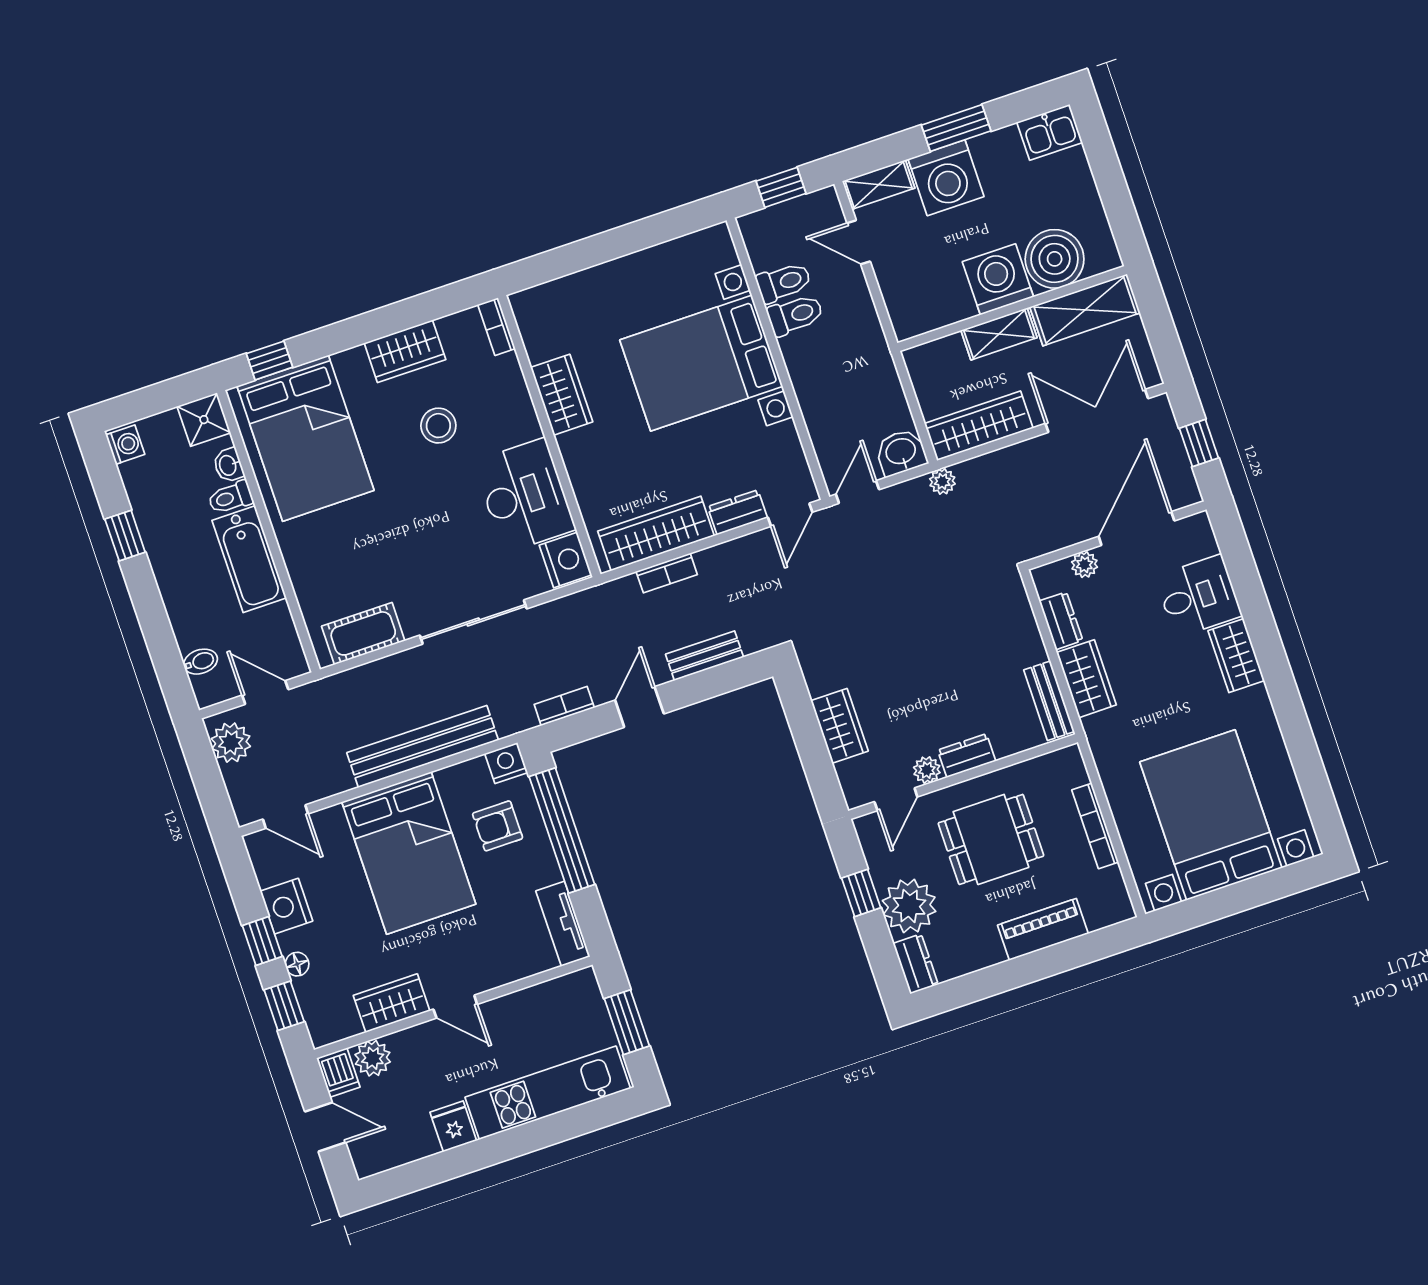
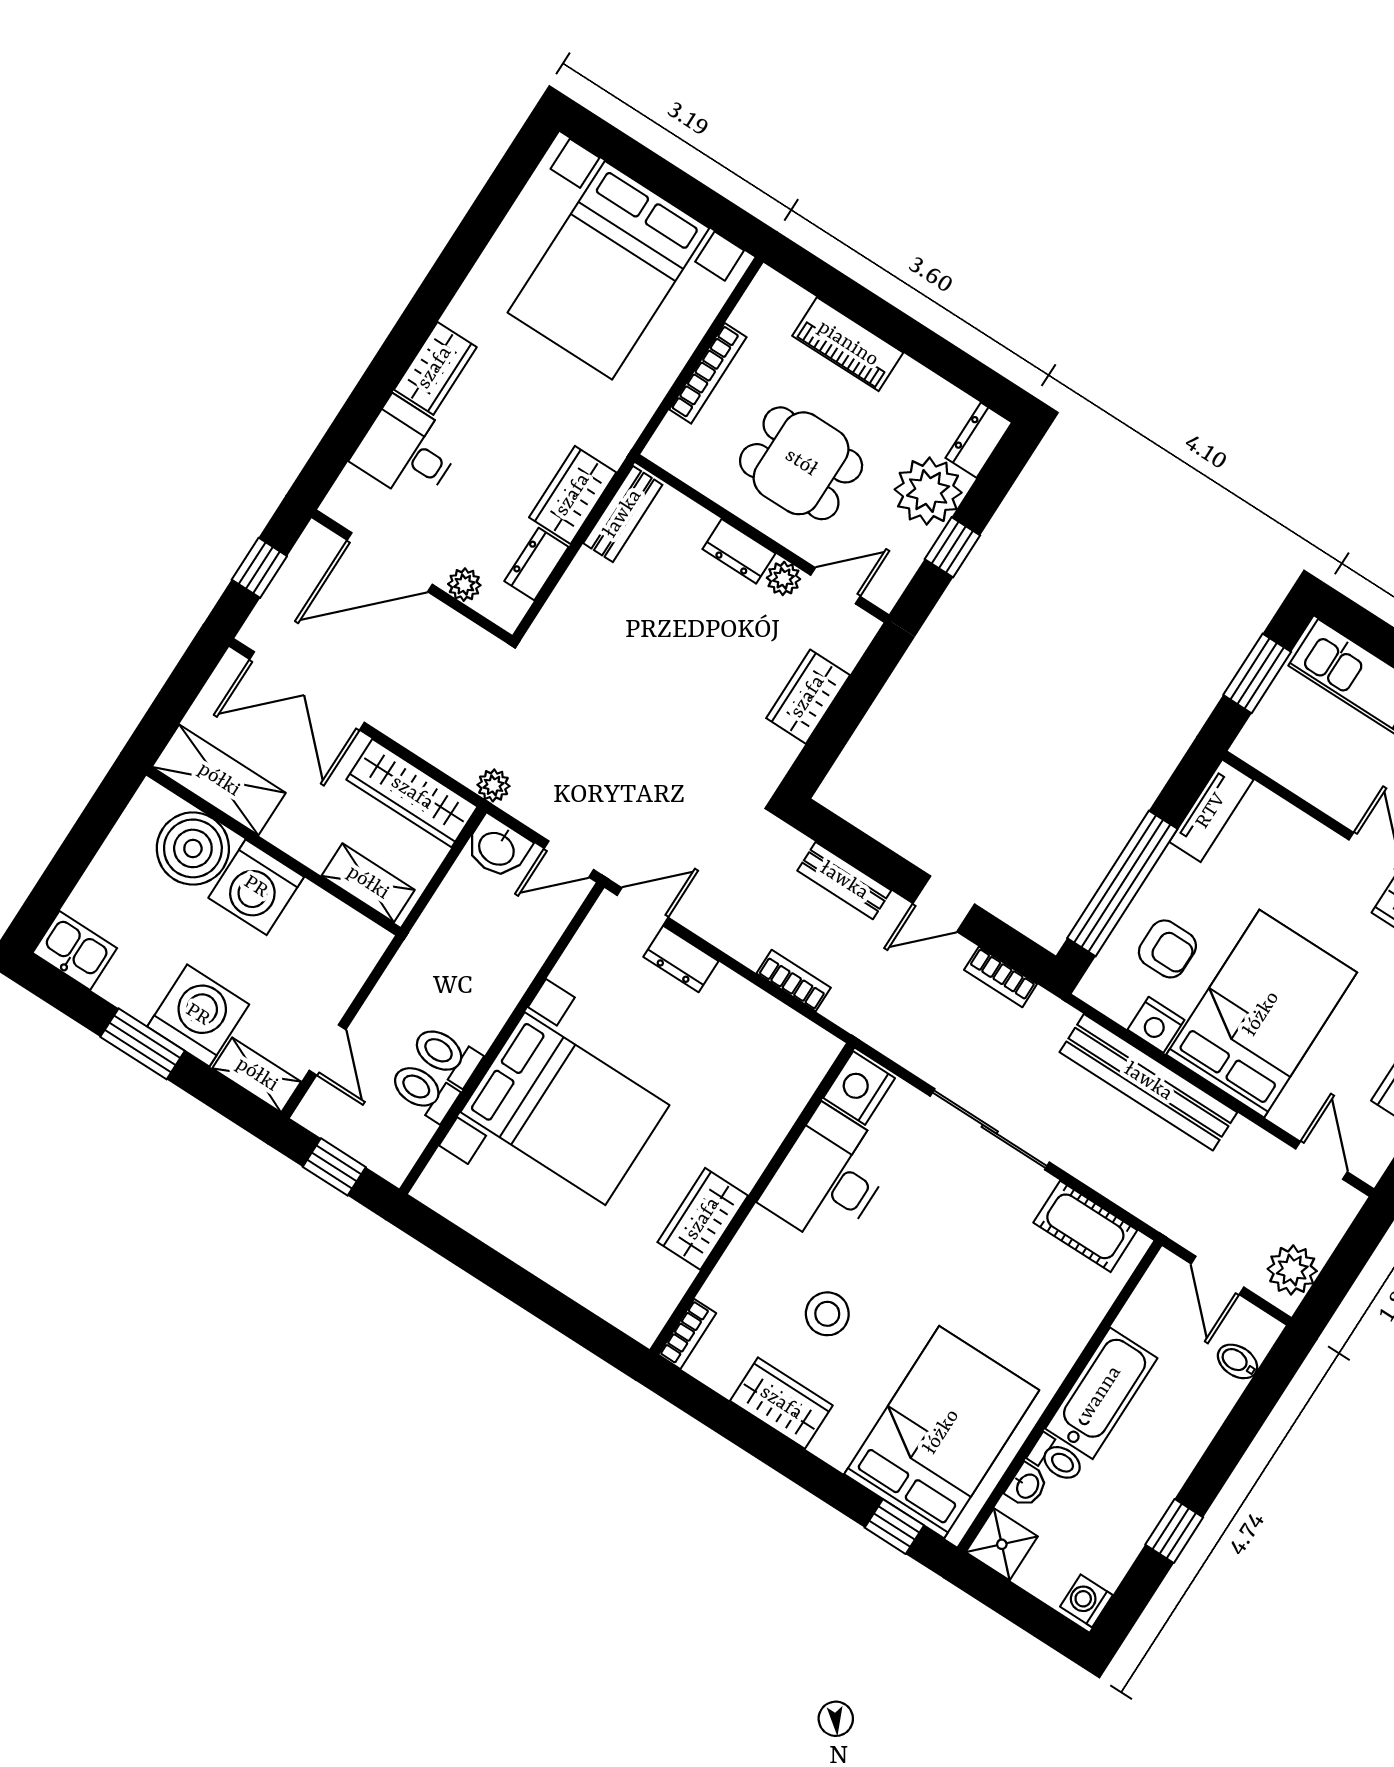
shelving: (999, 334) -> (368, 883), moved
wardrobe: (656, 534) -> (764, 1021), removed
nightstand: (506, 763) -> (1156, 1025), moved

